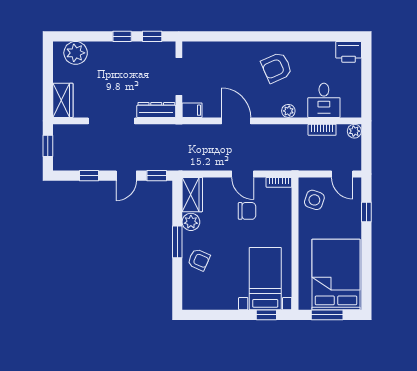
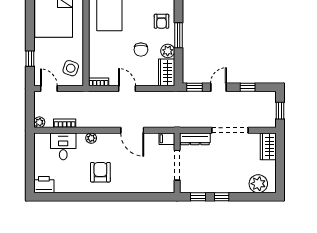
armchair: (277, 68) -> (100, 172), turned -66
chair: (247, 211) -> (141, 50), moved, turned -90
armchair: (199, 260) -> (162, 21), turned -114

